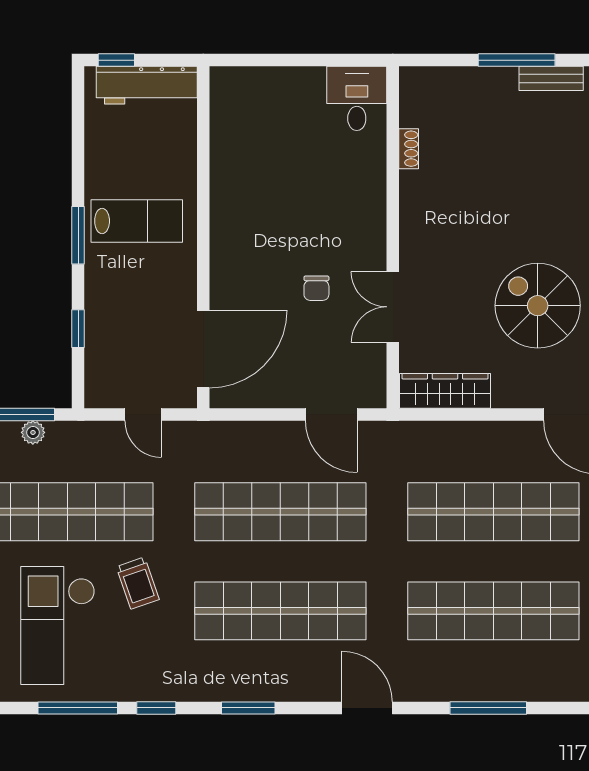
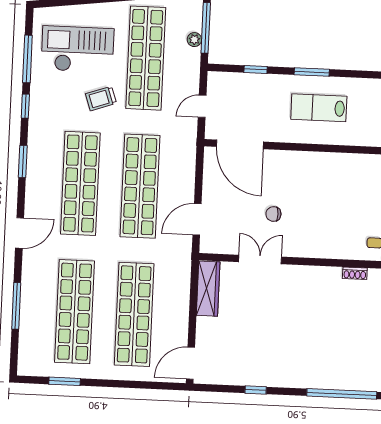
lab bench: (137, 221) -> (319, 108), turned 90
spiral stairs: (538, 306) -> (257, 347), removed

